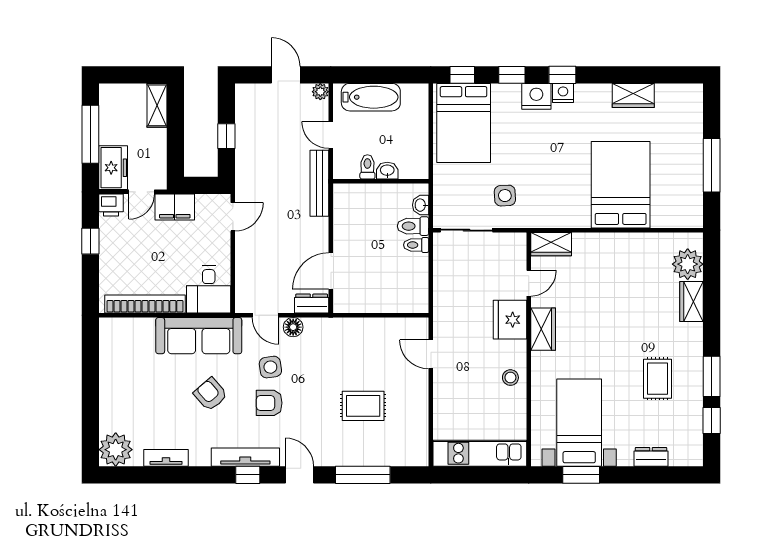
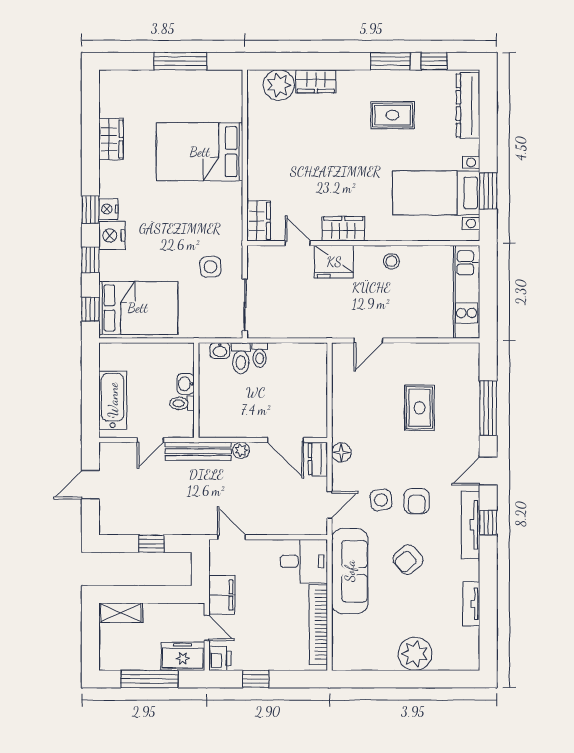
plant: (320, 92) -> (241, 450), moved
floor lamp: (293, 327) -> (341, 452), moved
plant: (116, 450) -> (415, 654), moved
dresser: (651, 457) -> (468, 105), width x1.96, depth x1.24

